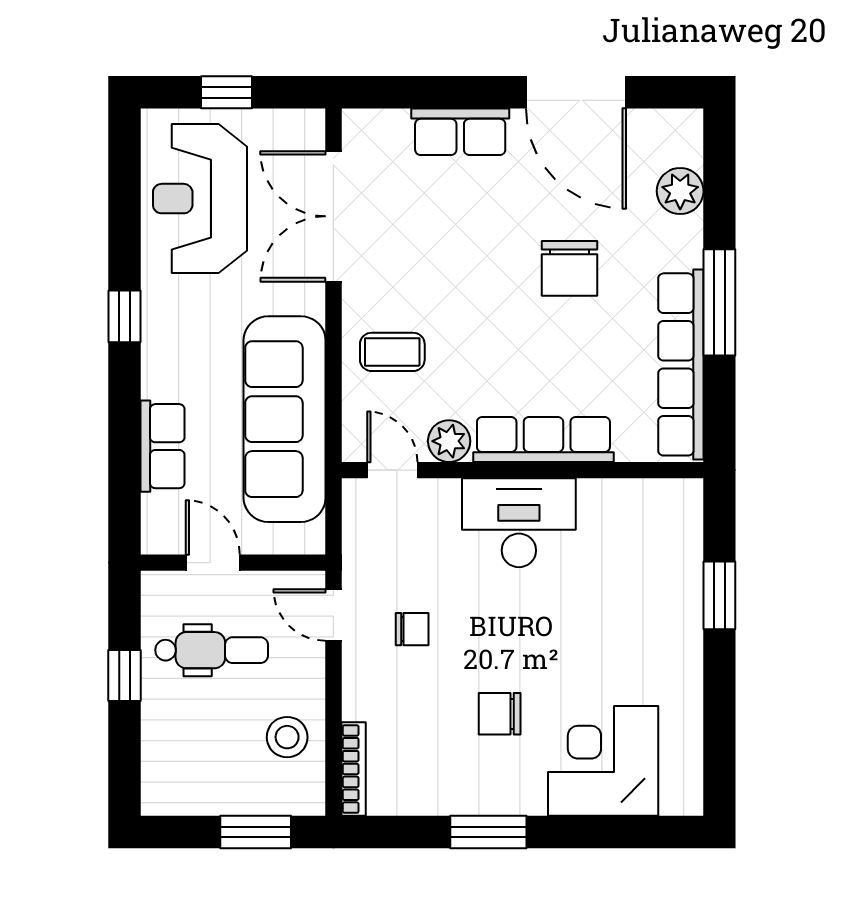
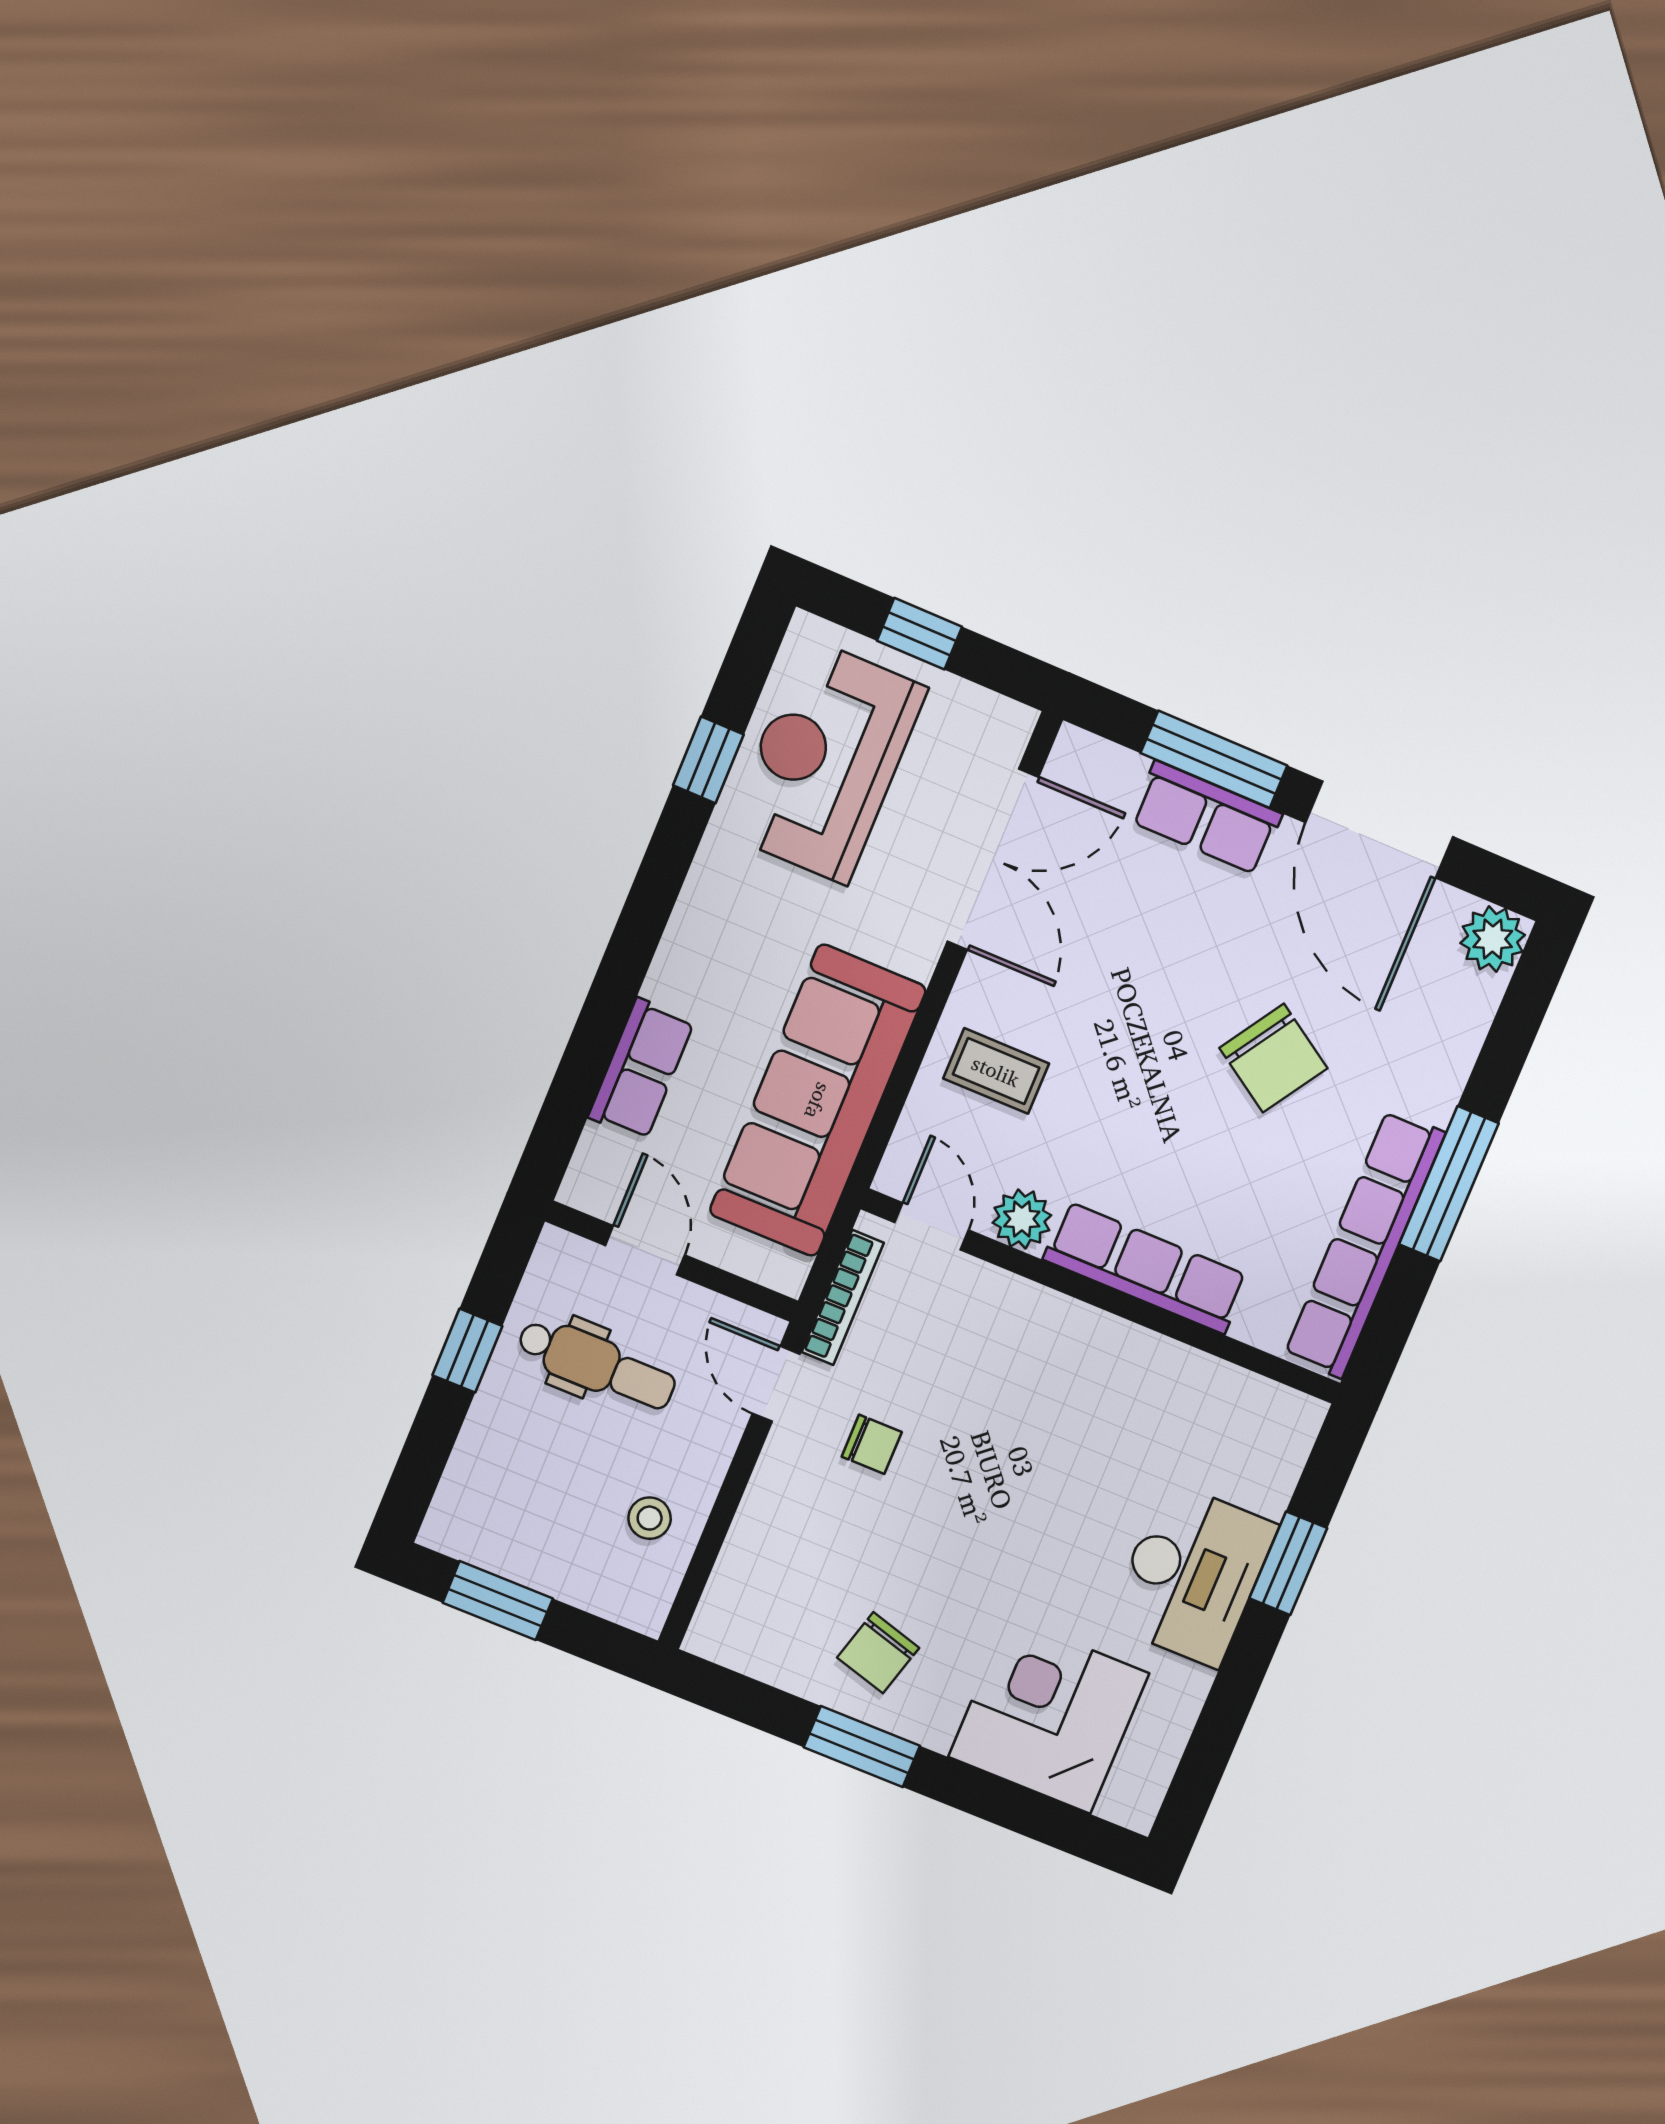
window: (450, 92) -> (1214, 759), added
plant: (680, 191) -> (1493, 939), moved
double door: (333, 216) -> (993, 859), swing flipped
chair: (569, 268) -> (1273, 1058), turned -57
window: (124, 316) -> (708, 760), moved
desk: (519, 523) -> (1192, 1574), moved, turned 90
chair: (500, 714) -> (878, 1653), moved, turned -74
stool: (287, 737) -> (650, 1518), width x0.73, depth x0.73
bookcase: (354, 769) -> (843, 1297), moved
window: (256, 832) -> (498, 1601), moved

